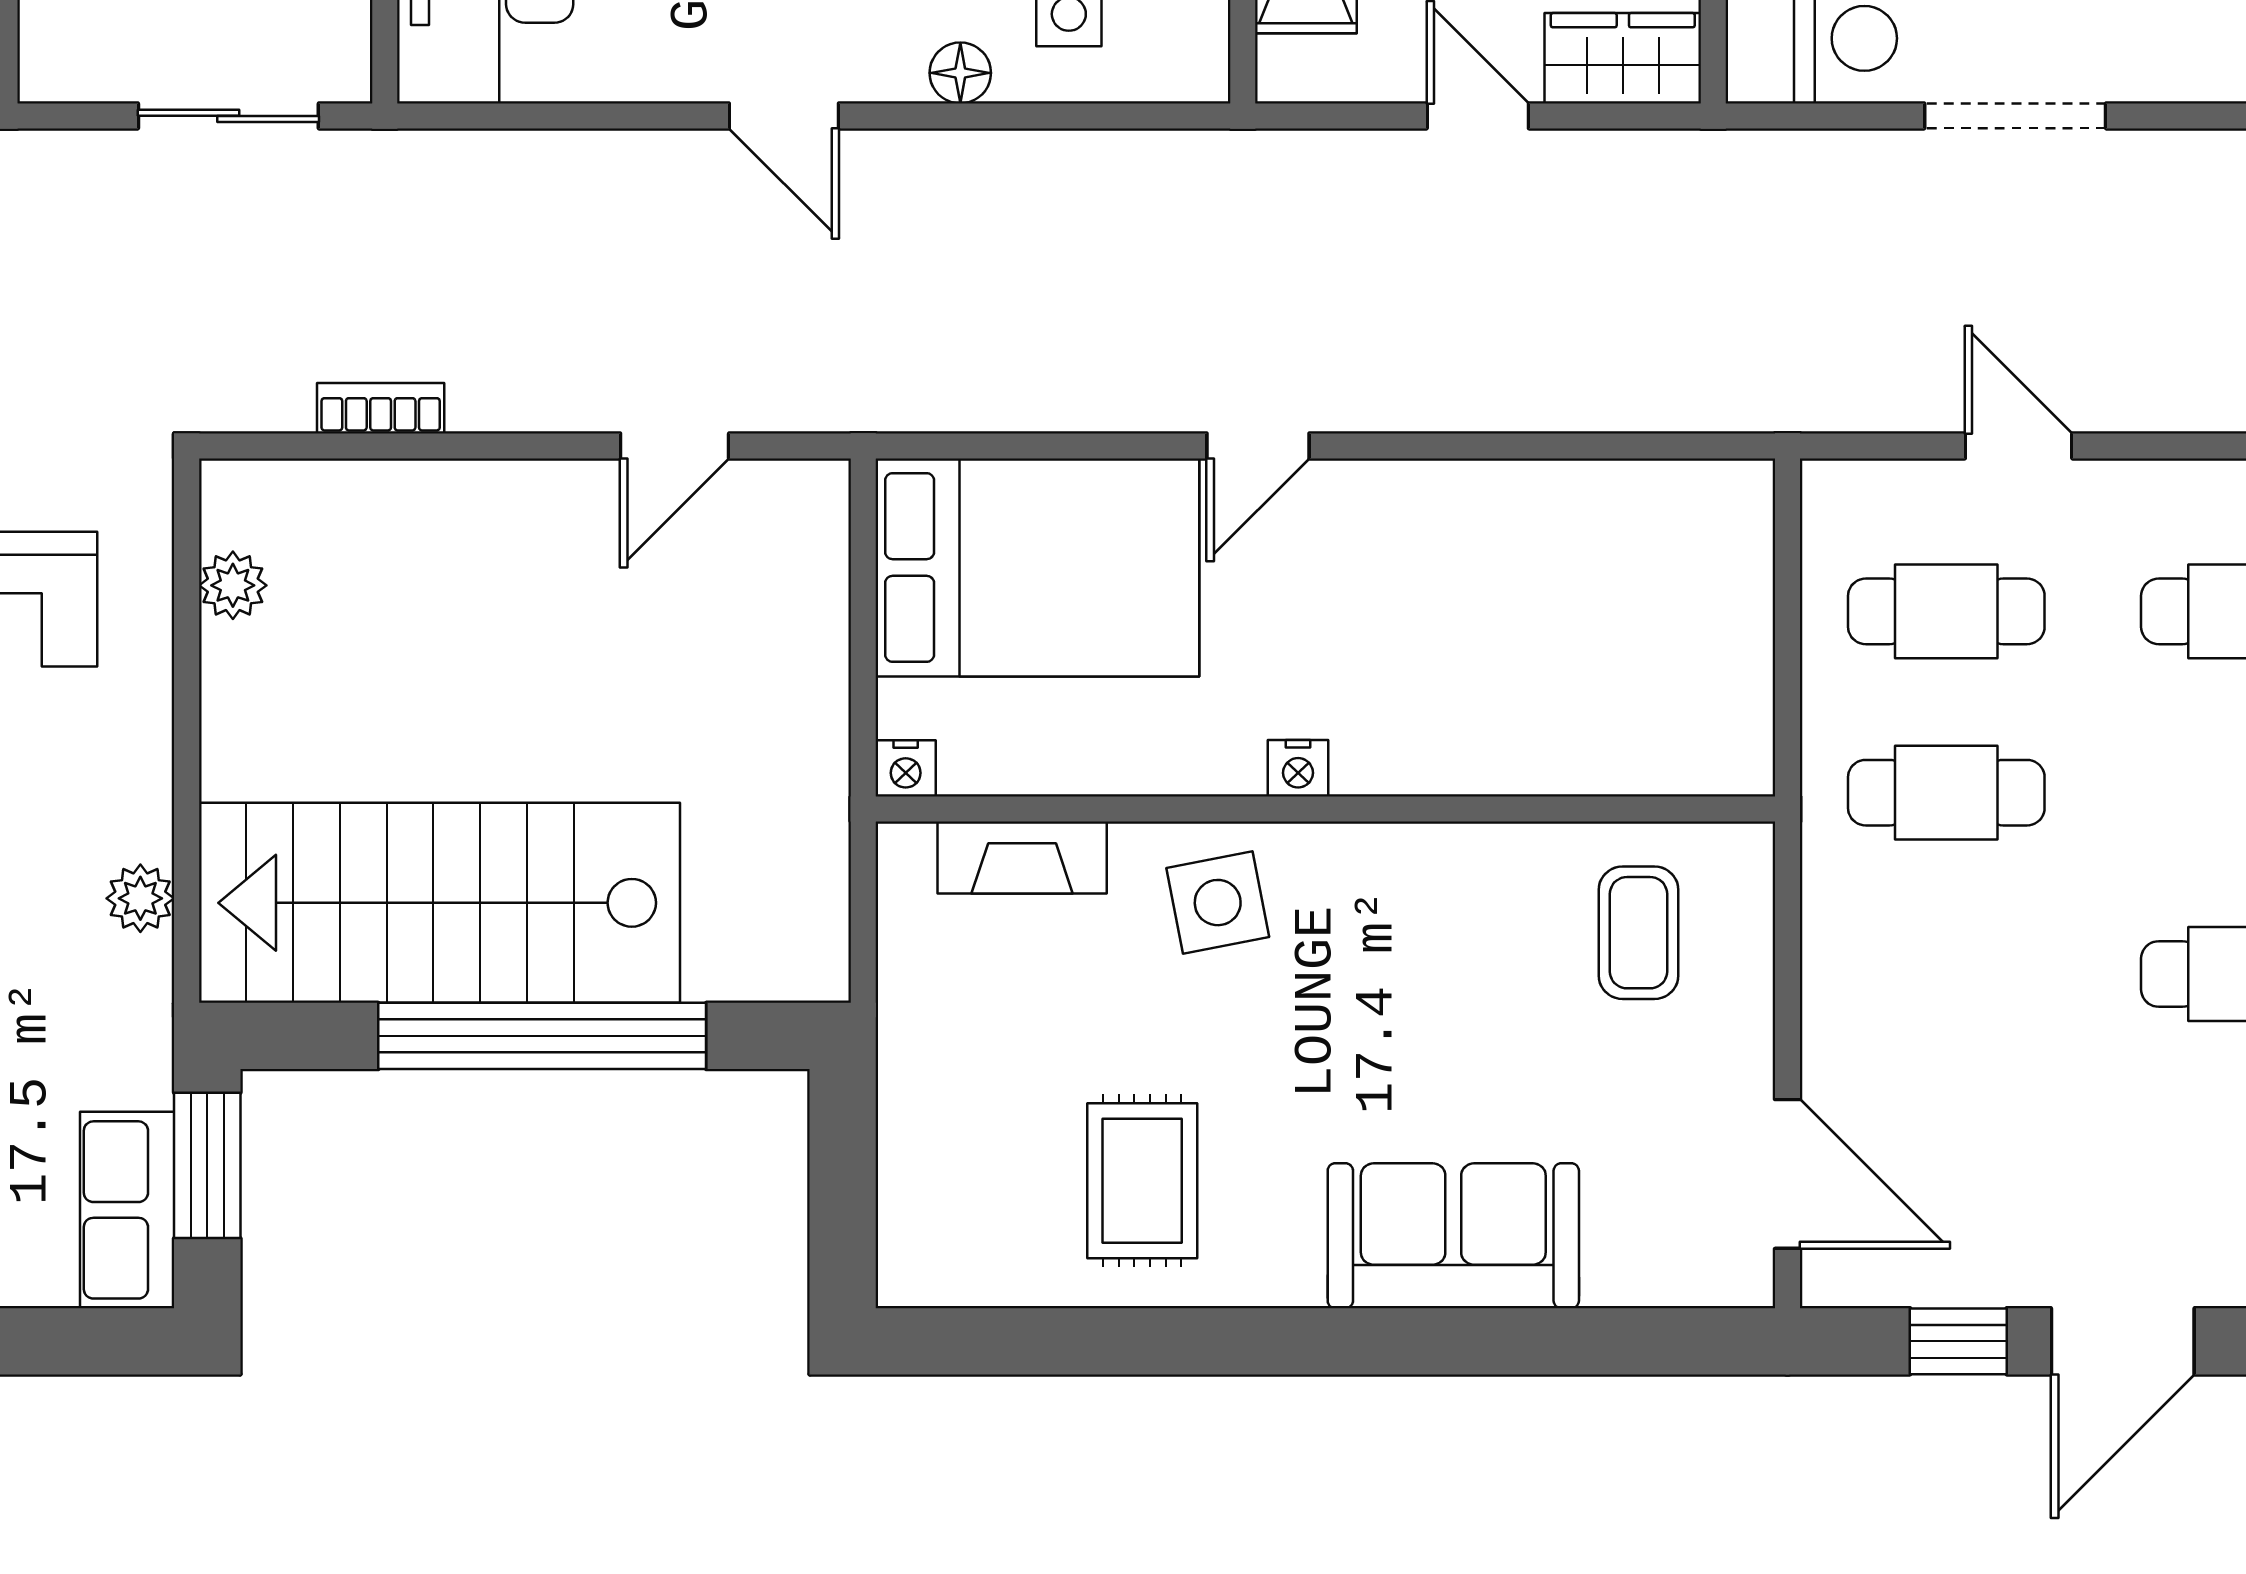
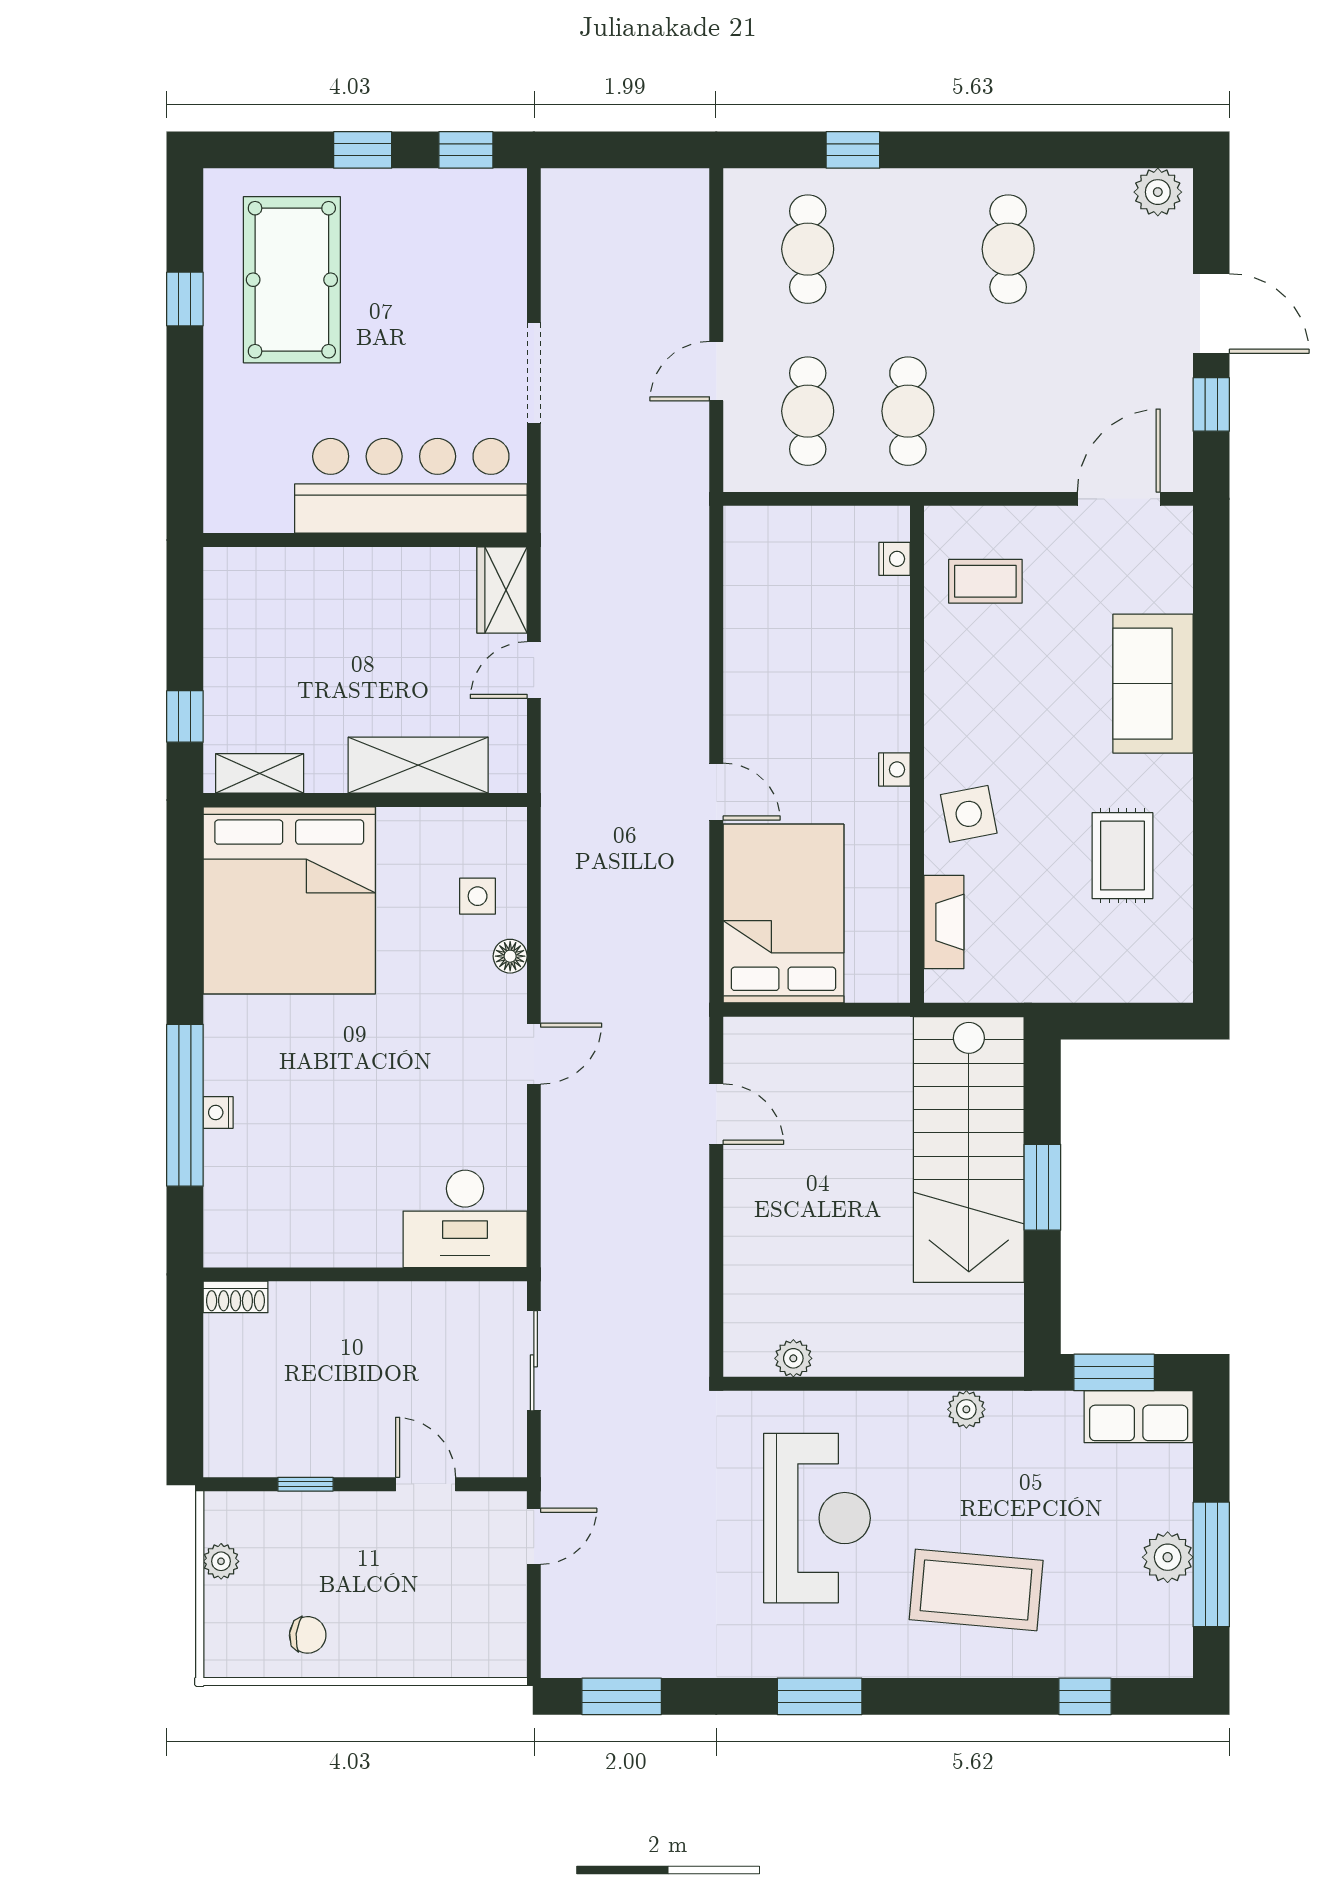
bookcase: (381, 408) -> (695, 1277), removed
nightstand: (906, 768) -> (895, 559), moved
stairs: (439, 903) -> (969, 1150), moved
window: (542, 1036) -> (1042, 1187), width x0.47
rug: (1142, 1181) -> (1122, 856), turned 90

